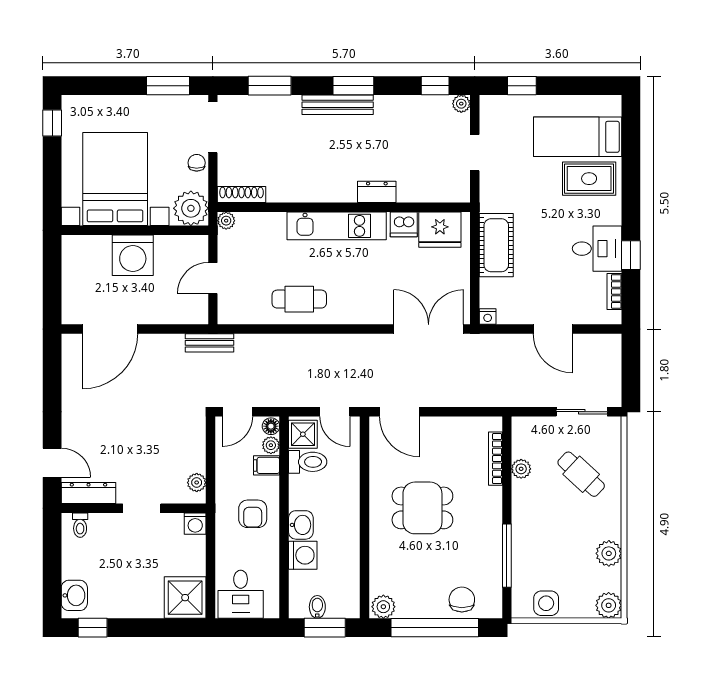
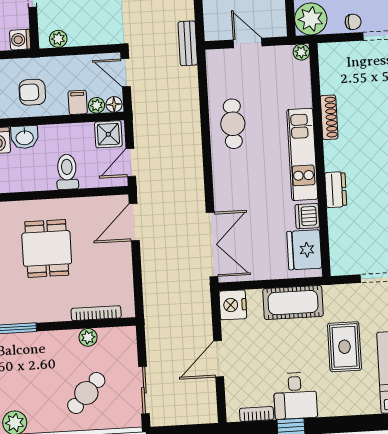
rug: (589, 179) -> (344, 347), moved
shoe rack: (242, 195) -> (329, 117), moved
nightstand: (488, 317) -> (233, 305), width x1.89, depth x1.79
toilet: (308, 462) -> (67, 172), moved, turned 180

